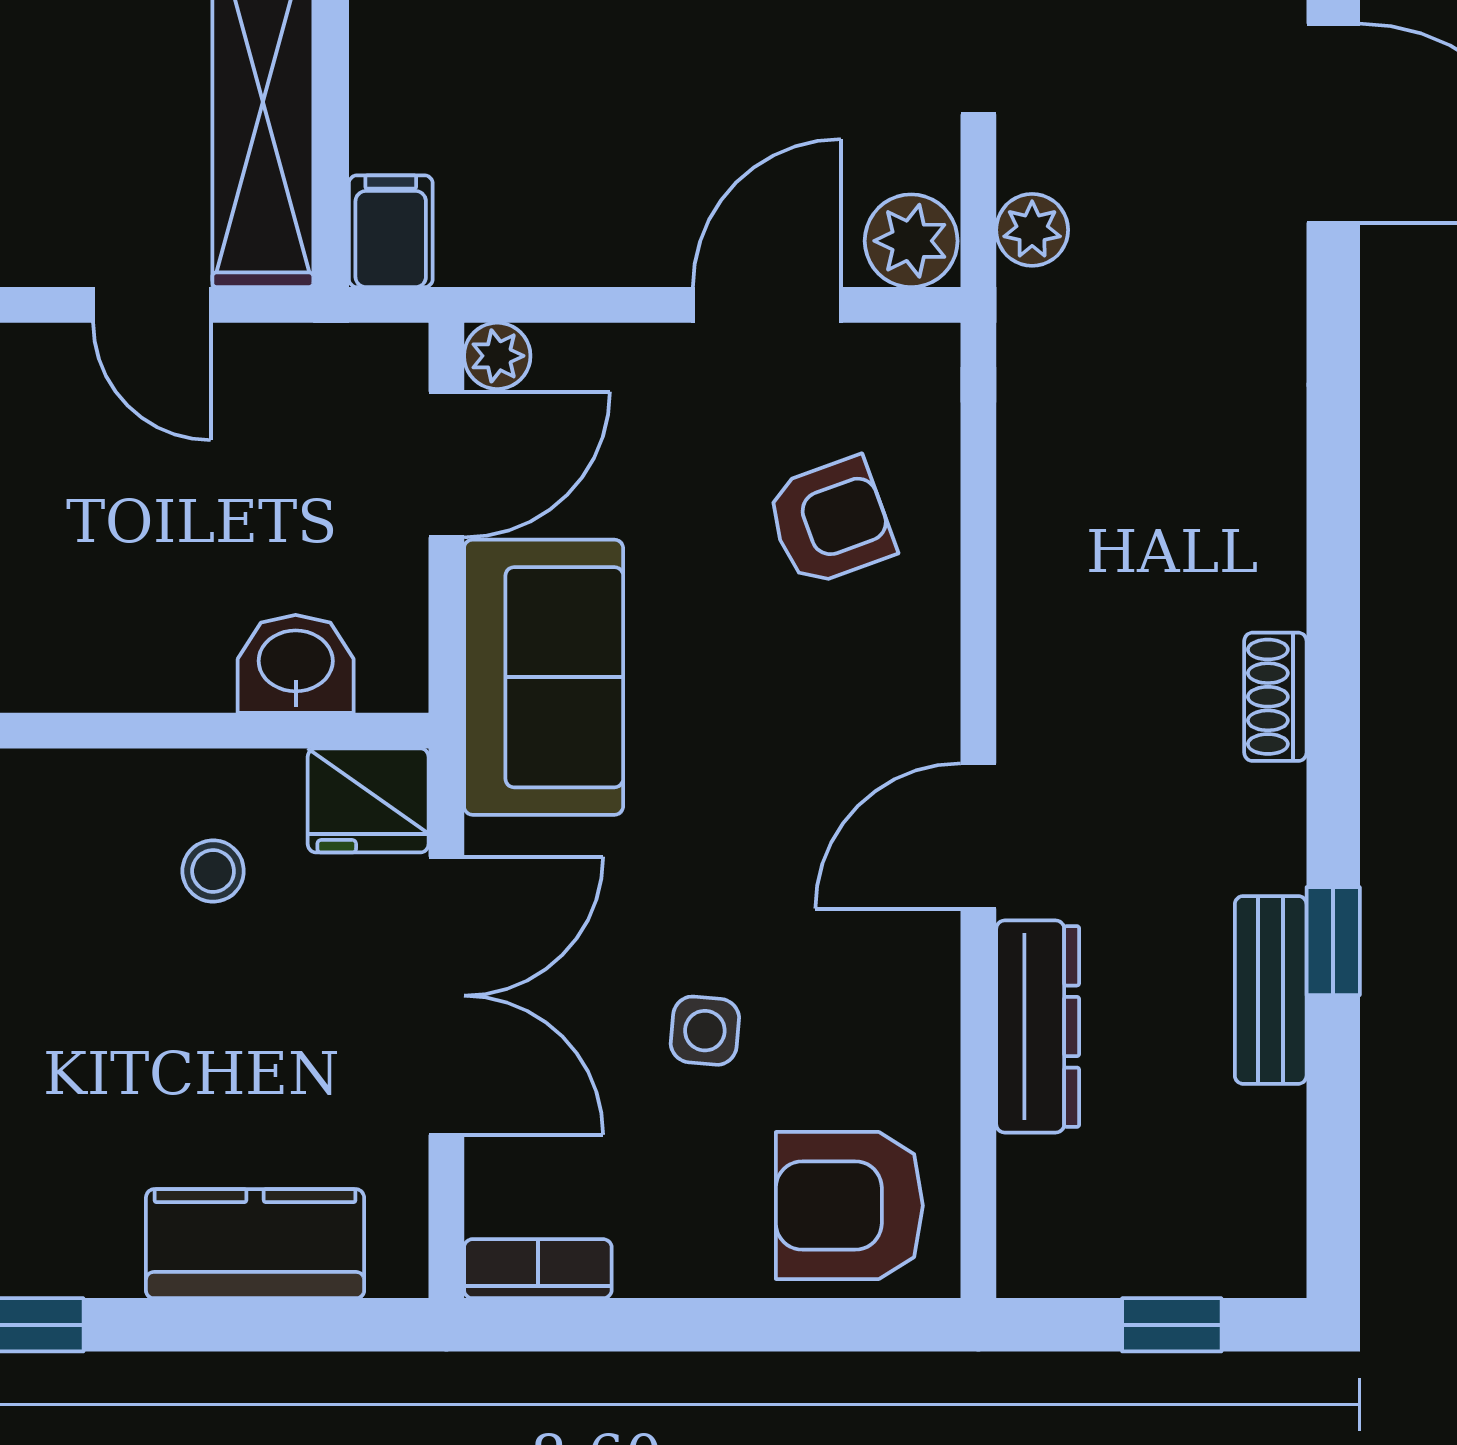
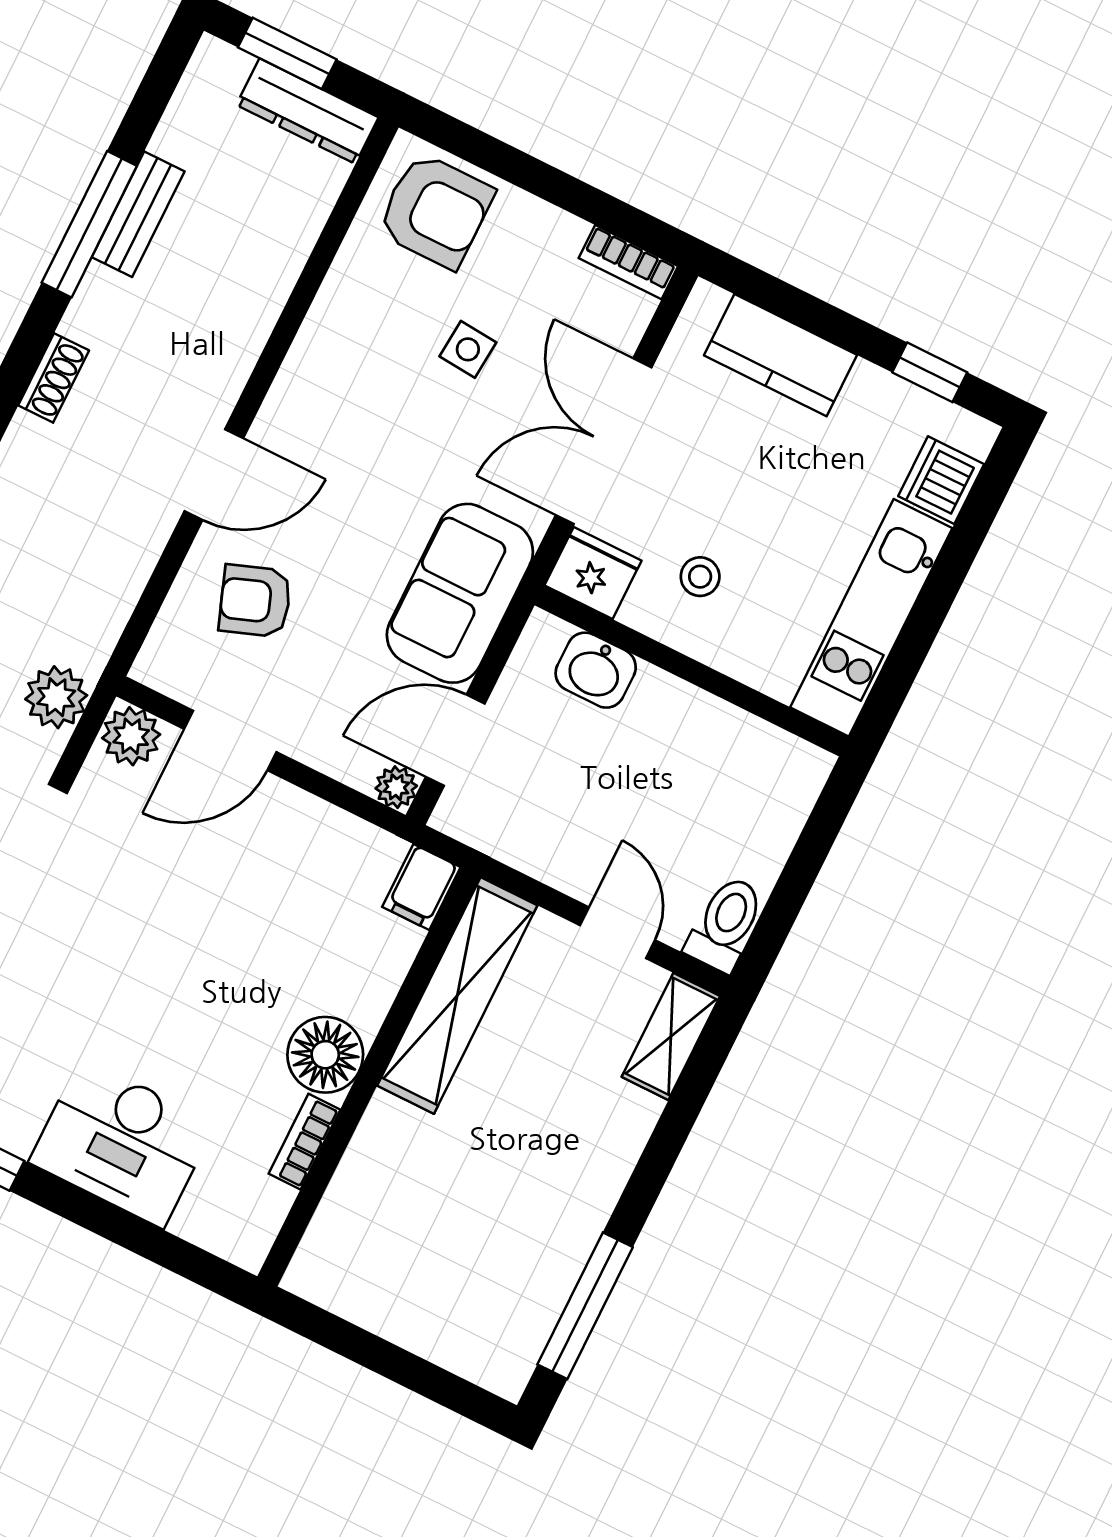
plant: (1032, 230) -> (56, 697), width x1.38, depth x1.38
door: (152, 305) -> (617, 933), moved
door: (978, 836) -> (214, 475), moved
window: (1333, 941) -> (89, 224), width x2.17
dresser: (1038, 1027) -> (307, 111), moved, turned -90
window: (1172, 1325) -> (287, 53), width x1.50

